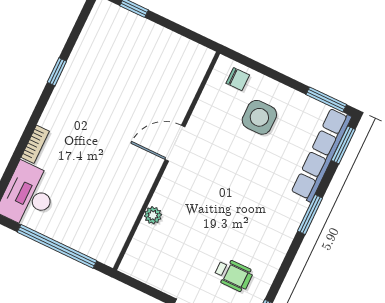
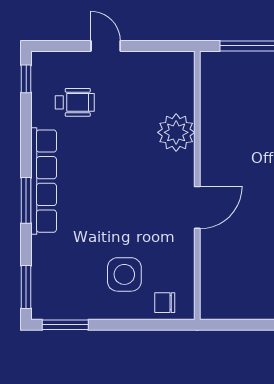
row of seats: (321, 155) -> (44, 181), moved
plant: (153, 215) -> (176, 132), width x1.87, depth x1.87
wheelchair: (233, 275) -> (75, 102), turned 180

